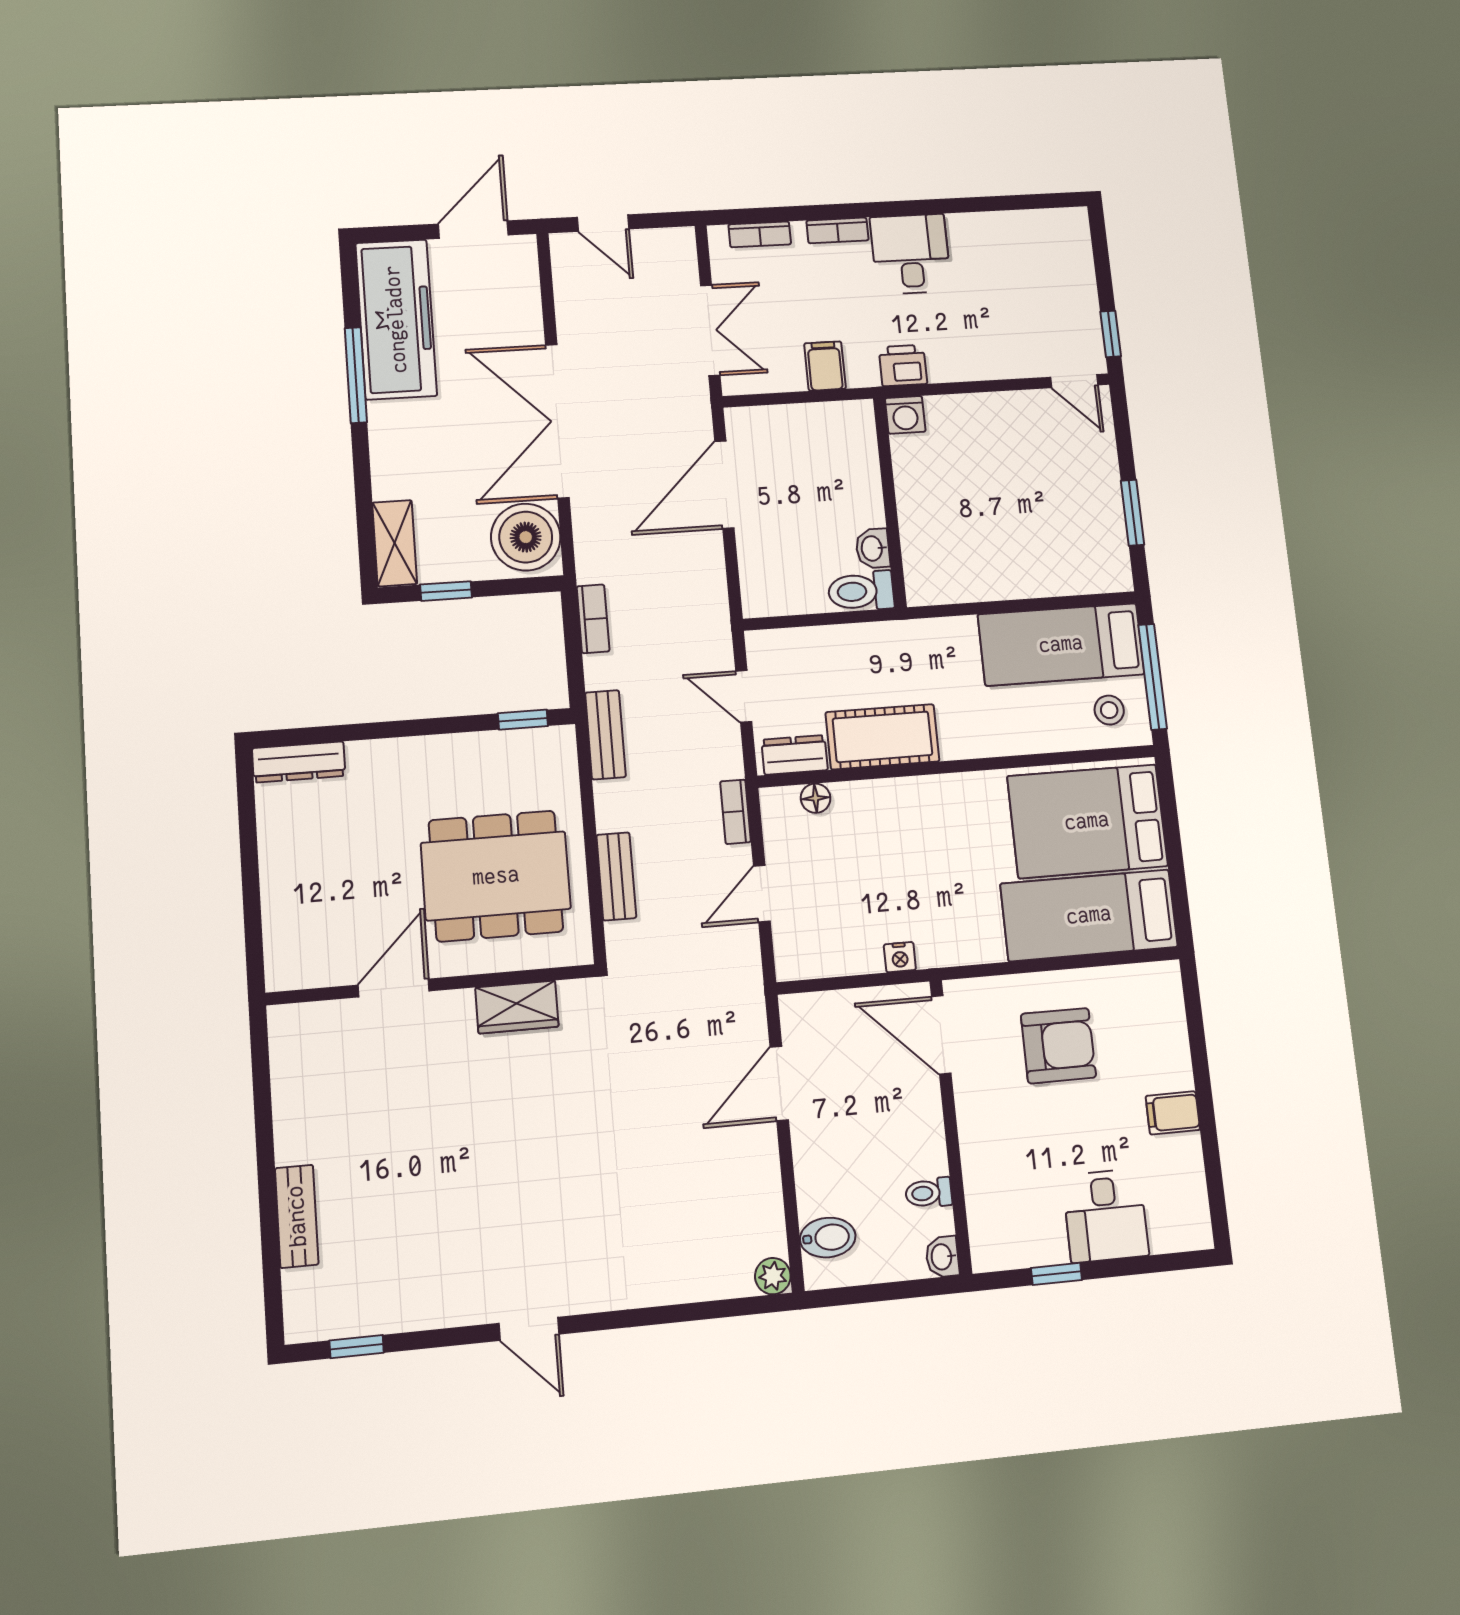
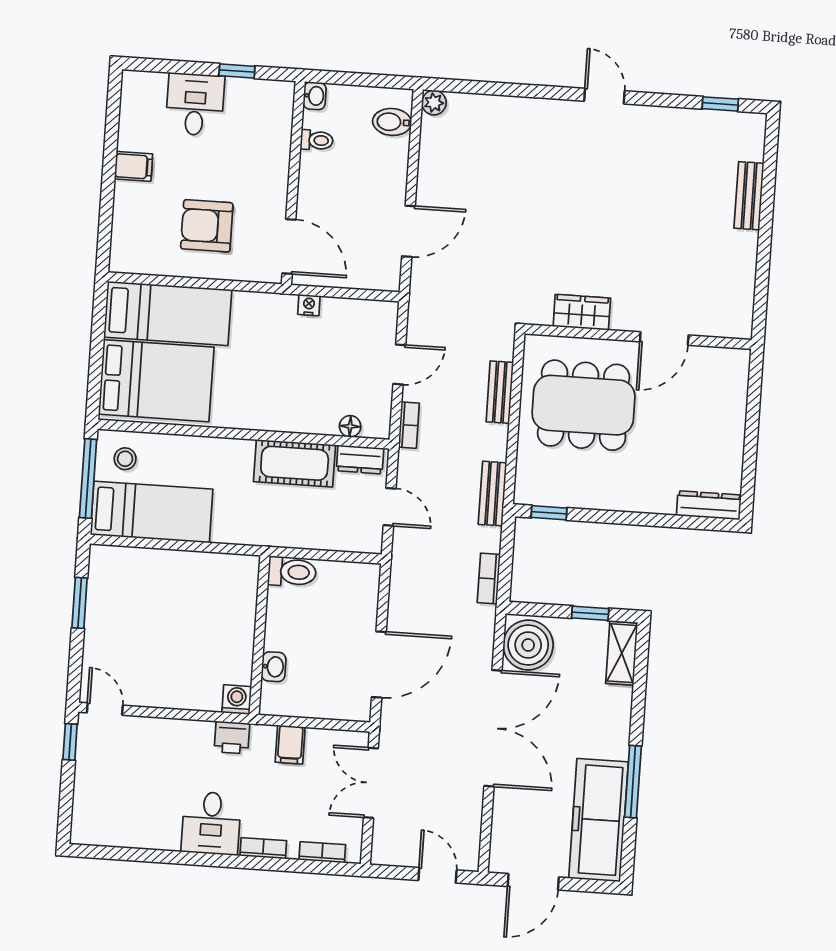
washbasin: (873, 548) -> (274, 667), moved

